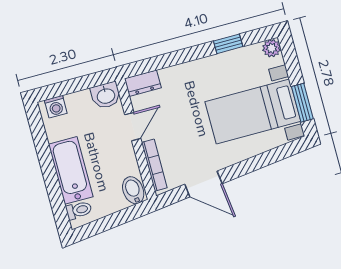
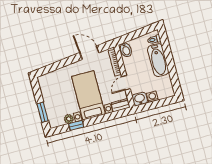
plant: (272, 48) -> (69, 119), moved
window: (302, 103) -> (43, 112), moved
washing machine: (56, 107) -> (152, 97), moved
bed with nightstands: (253, 111) -> (88, 95), moved, turned -90

